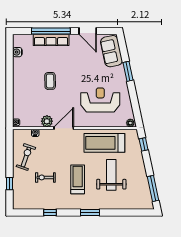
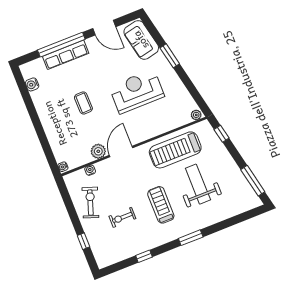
reception desk: (100, 100) -> (137, 91), moved

